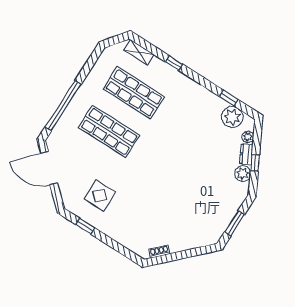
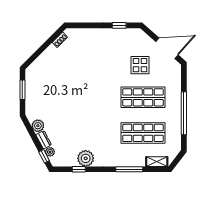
window: (174, 63) -> (129, 169), width x2.17
window: (63, 106) -> (184, 113), moved
plant: (232, 117) -> (86, 158), moved
window: (255, 163) -> (44, 156), moved
display table: (100, 196) -> (140, 65), moved

